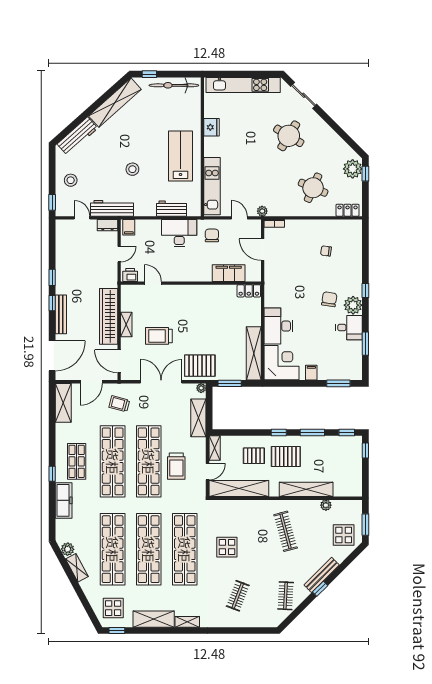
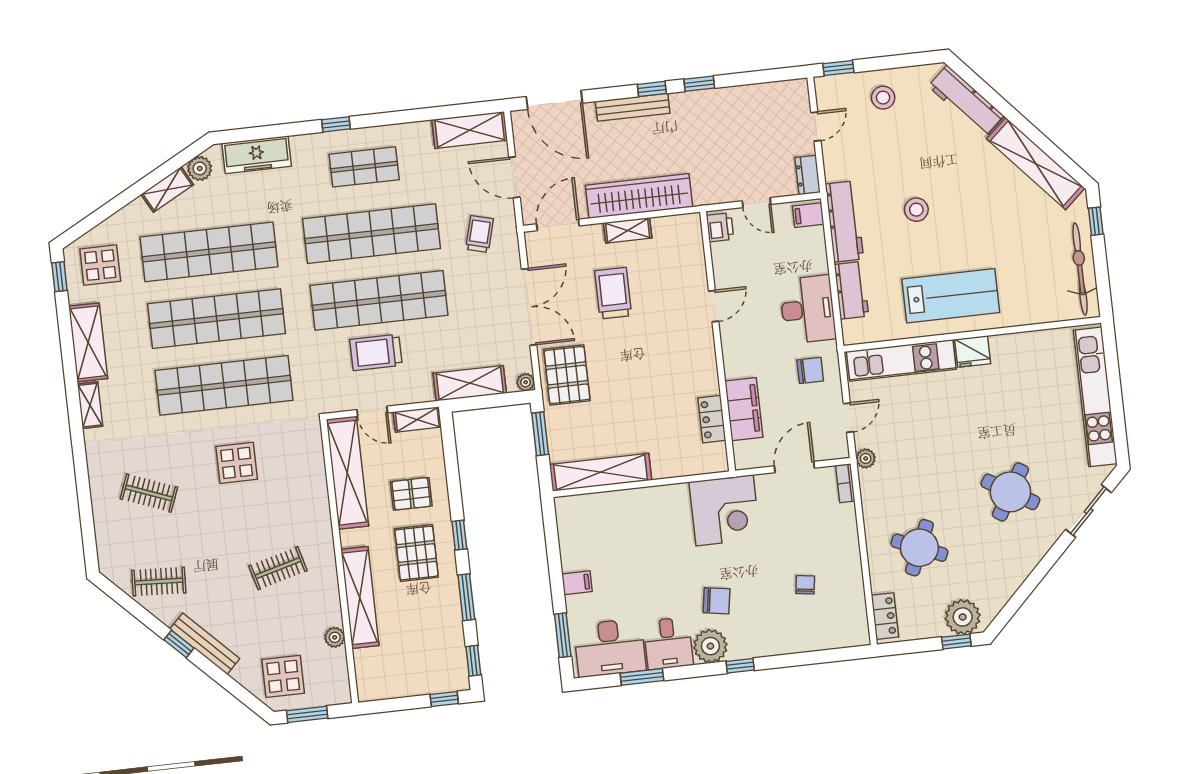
fridge: (212, 127) -> (973, 352), moved
workbench: (112, 208) -> (844, 221), moved
door: (153, 283) -> (714, 306), moved
locker: (249, 291) -> (712, 419), moved
desk: (278, 326) -> (610, 648), moved, turned 180
corner desk: (281, 363) -> (725, 510), moved
pallet: (254, 456) -> (411, 494), turned 90
freezer: (64, 500) -> (257, 155), moved
clothes rail: (286, 531) -> (278, 568), width x0.73

